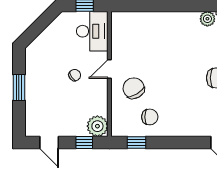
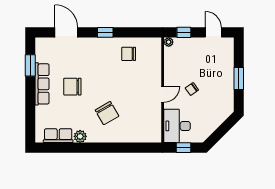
chair: (134, 88) -> (107, 113), moved
plant: (97, 126) -> (169, 42), width x0.53, depth x0.53
window: (137, 142) -> (105, 32), moved

